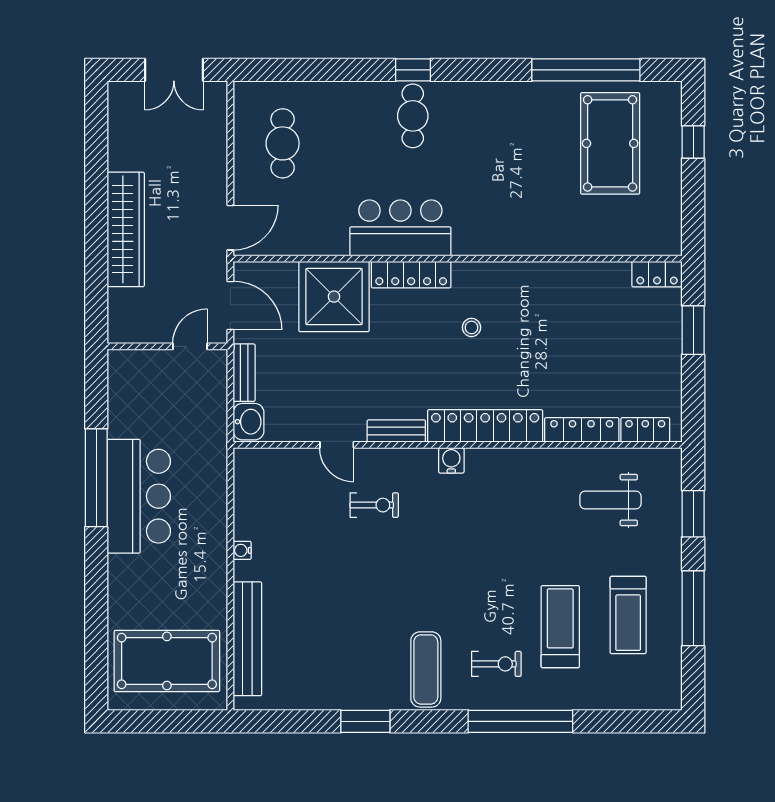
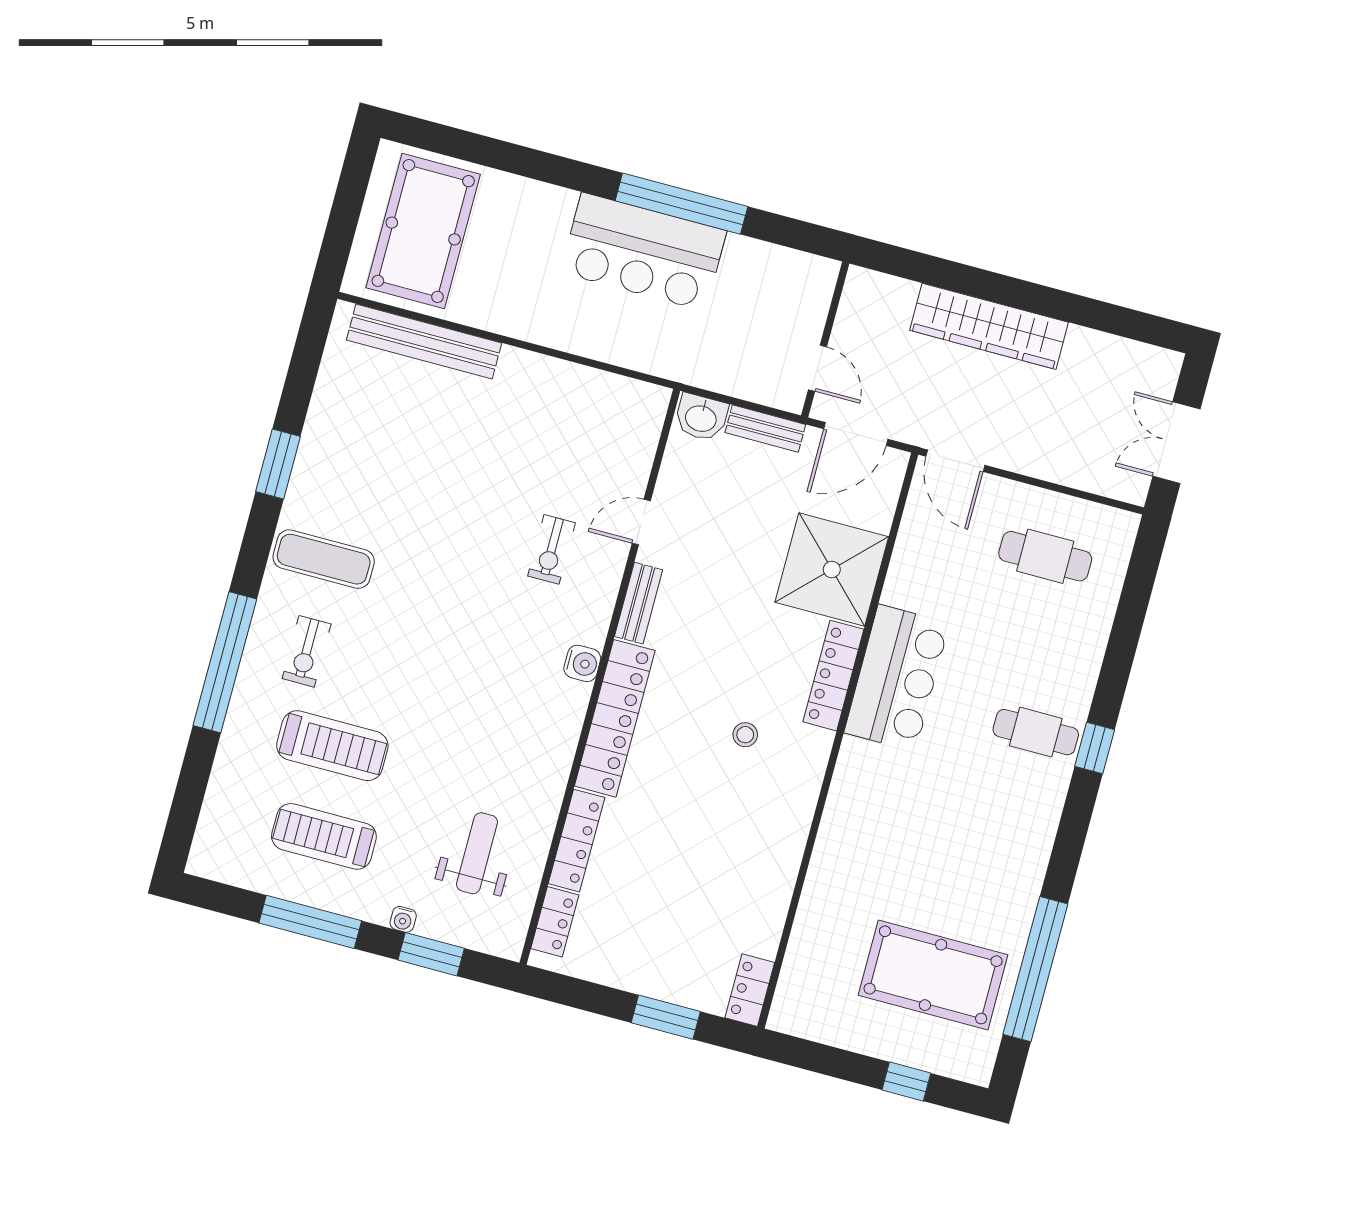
water cooler: (242, 550) -> (403, 919), moved, turned 180

